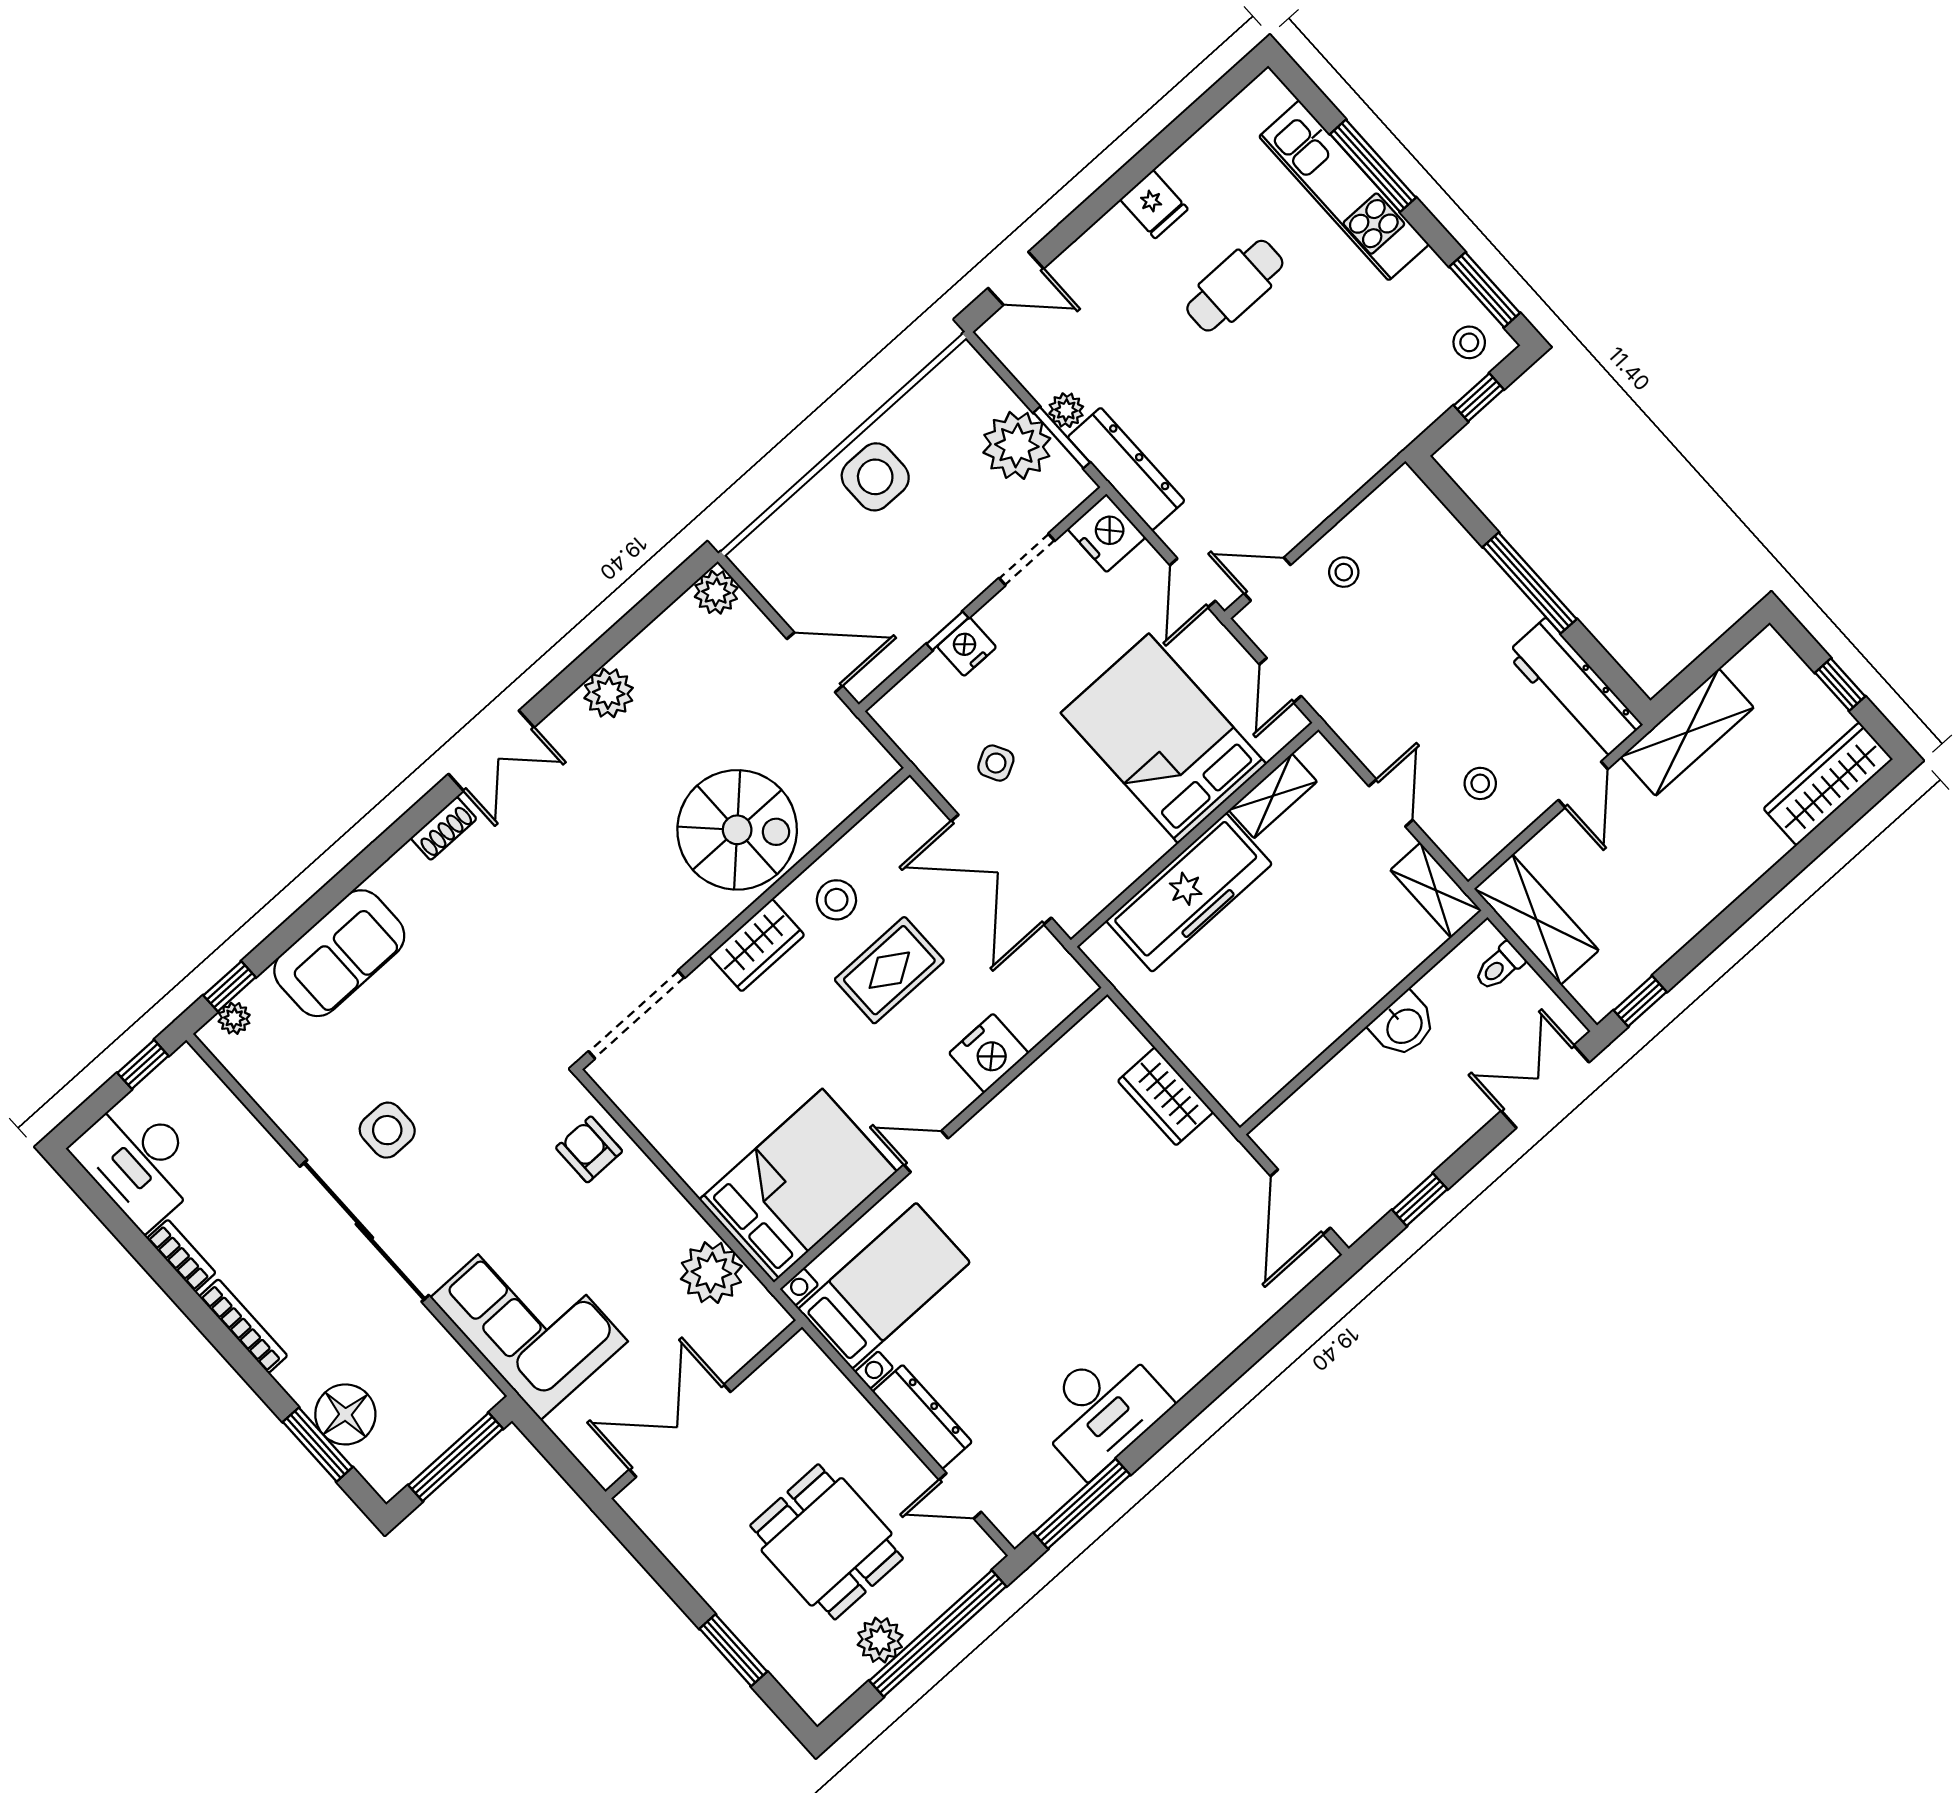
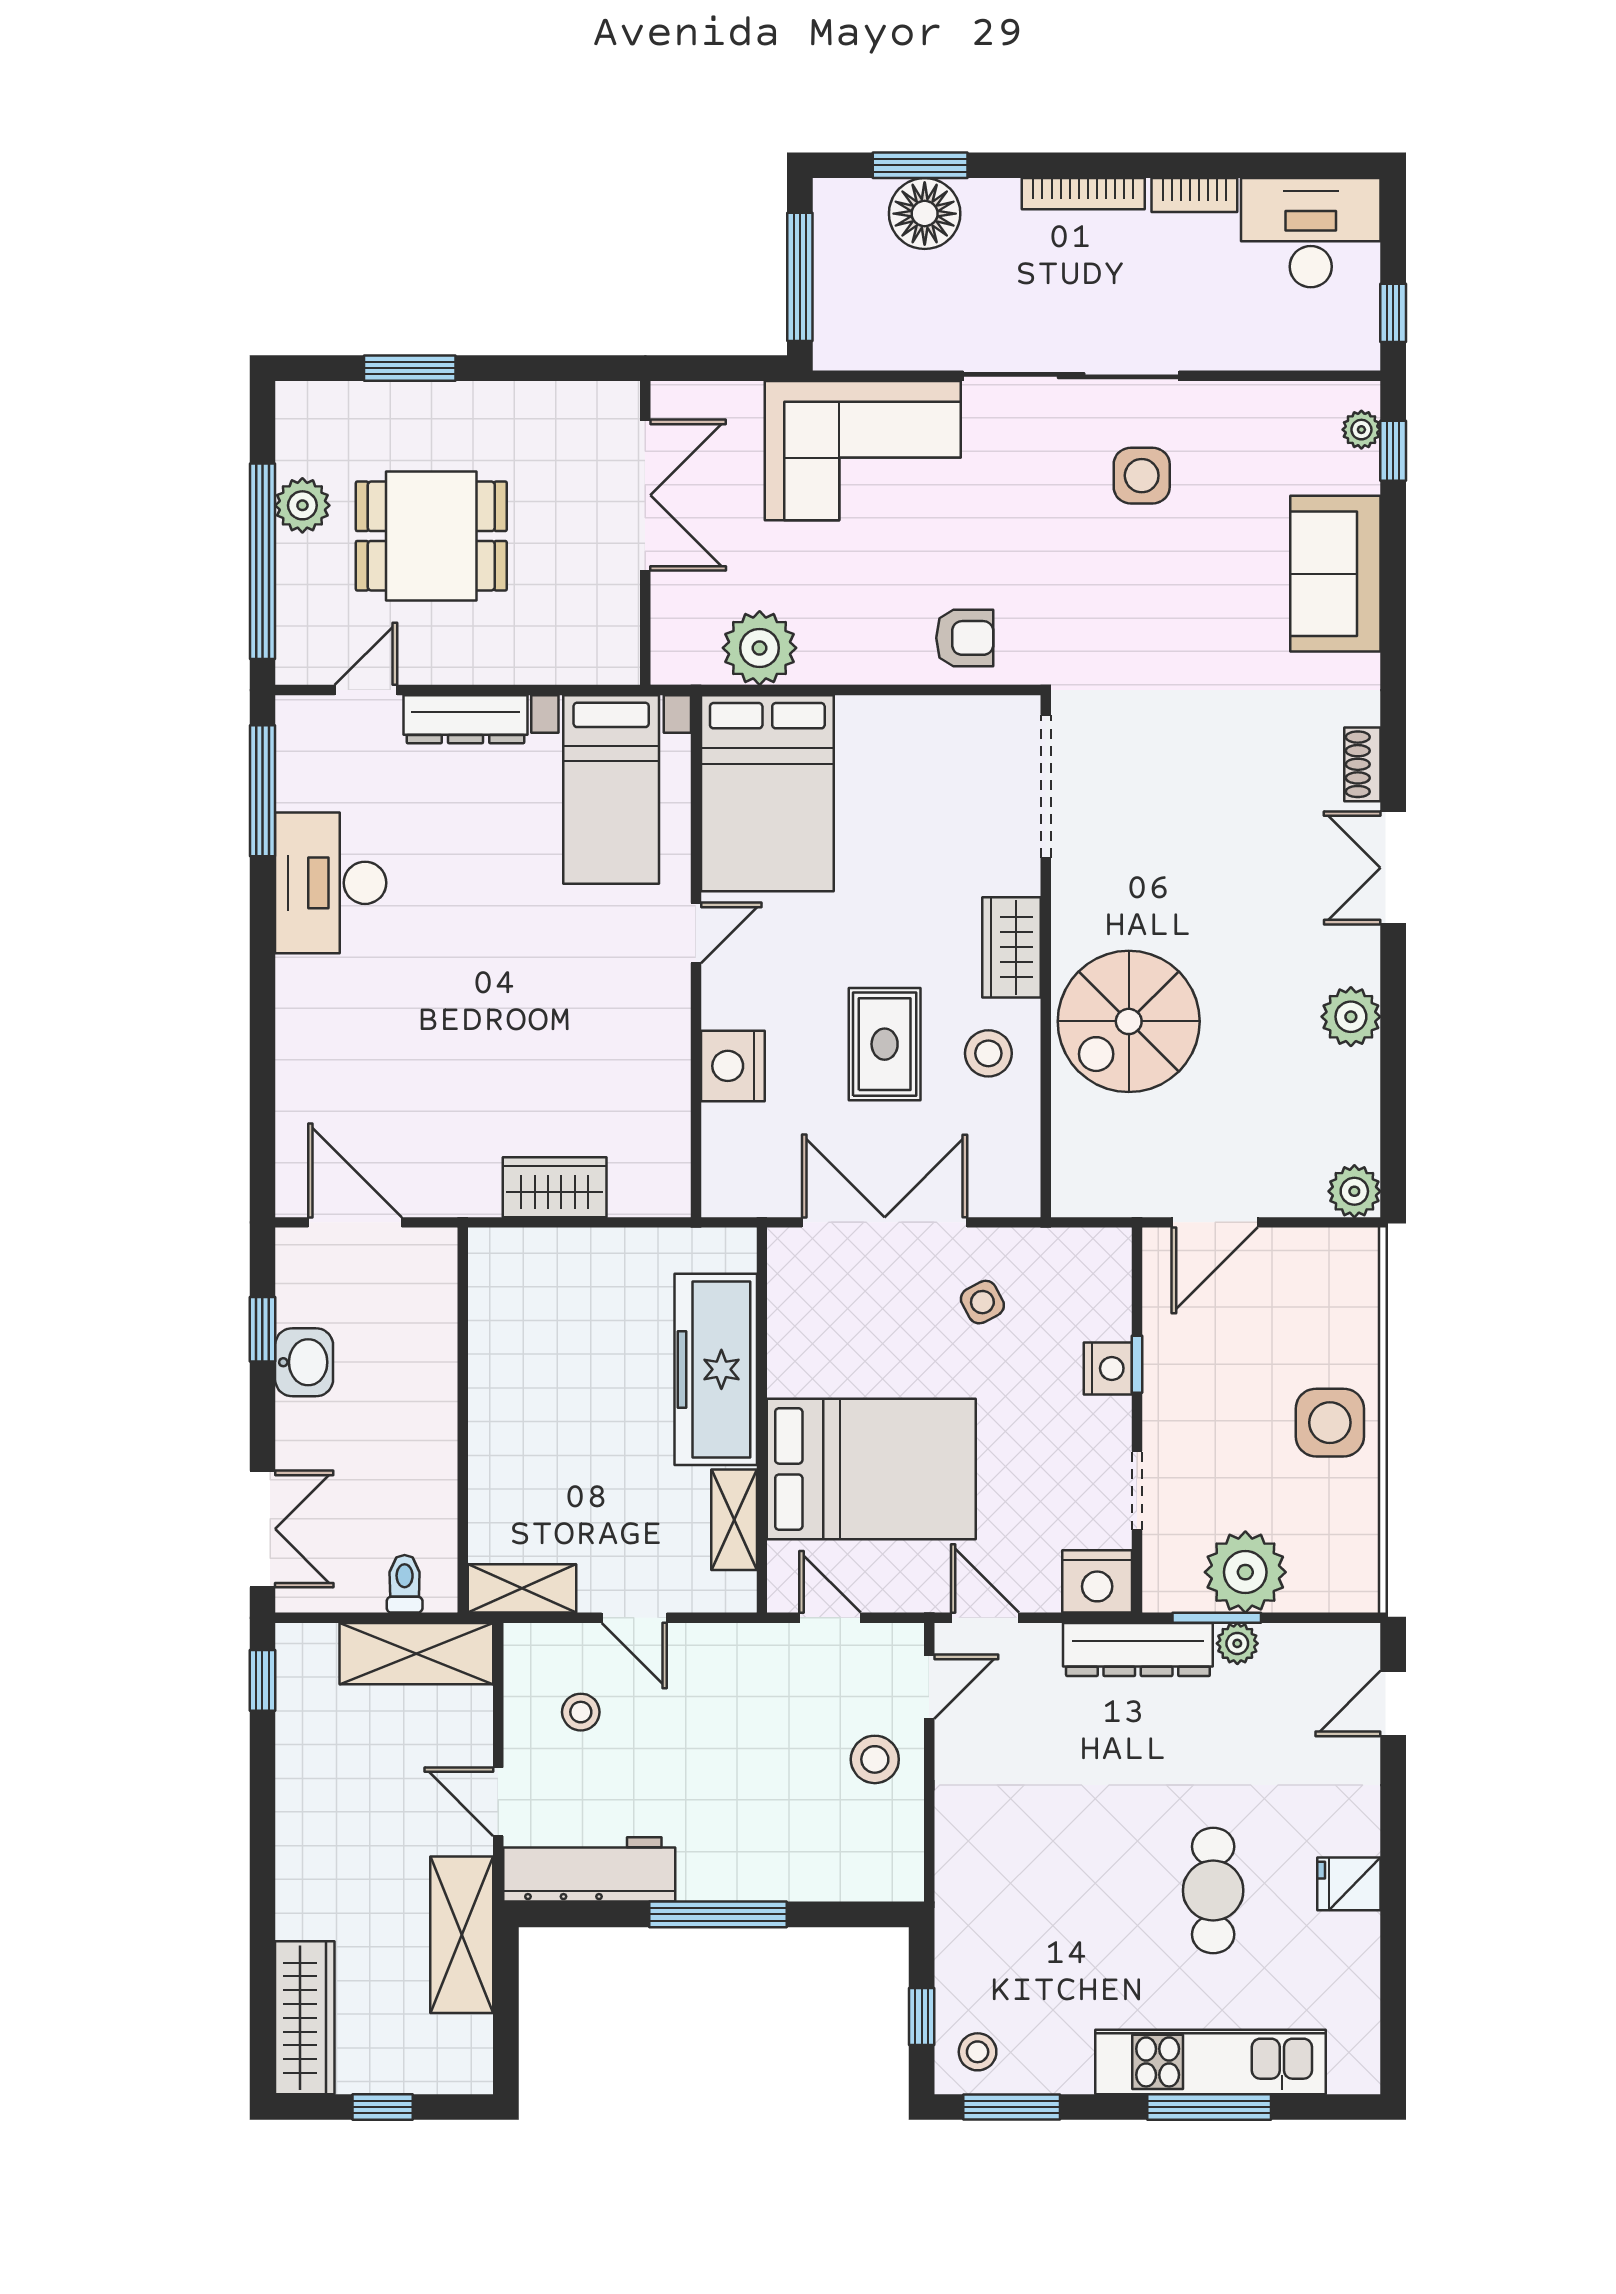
stool: (1344, 572) -> (875, 1759), width x1.37, depth x1.37
washbasin: (1404, 1025) -> (304, 1362), moved, turned 180

